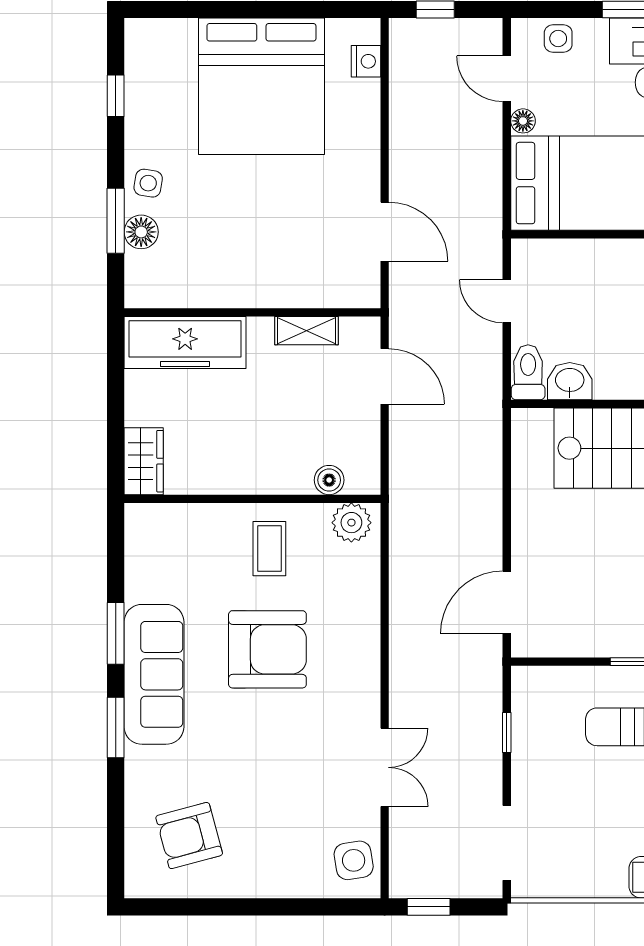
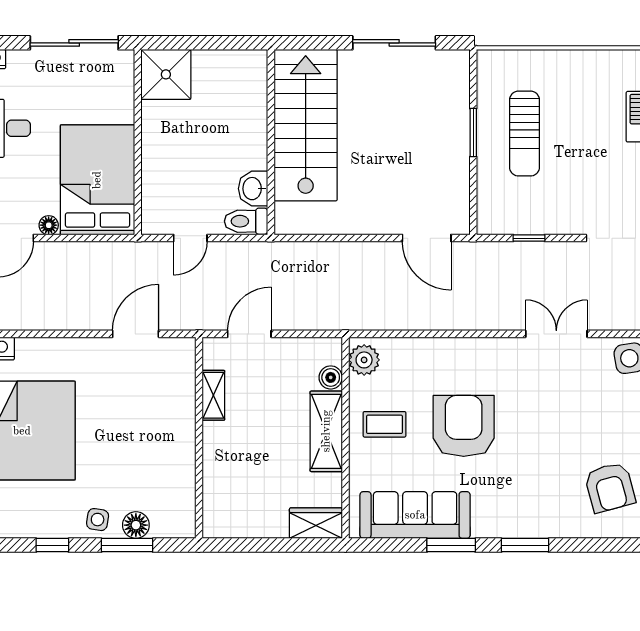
window: (116, 96) -> (52, 545), moved
freezer: (185, 343) -> (223, 491), removed
shelving: (261, 474) -> (326, 431), added
sofa: (154, 674) -> (415, 515), moved

